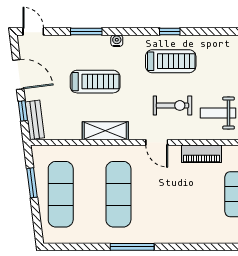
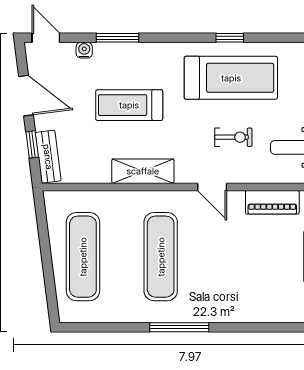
water cooler: (117, 41) -> (84, 50), moved
treadmill: (171, 61) -> (231, 78), width x1.37, depth x1.38
treadmill: (95, 82) -> (129, 105), turned 180
exercise bike: (172, 105) -> (233, 137), width x0.73, depth x0.72
window: (32, 183) -> (44, 241), removed

